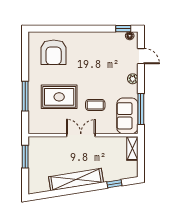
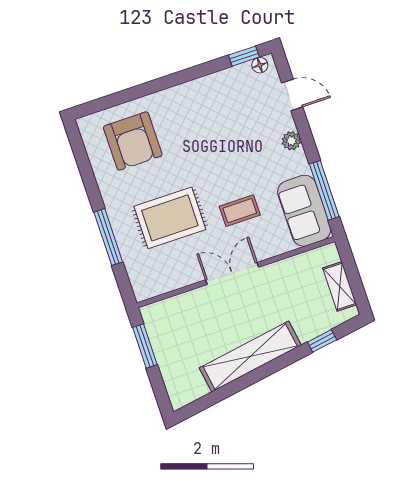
shelving: (132, 148) -> (340, 286), moved

